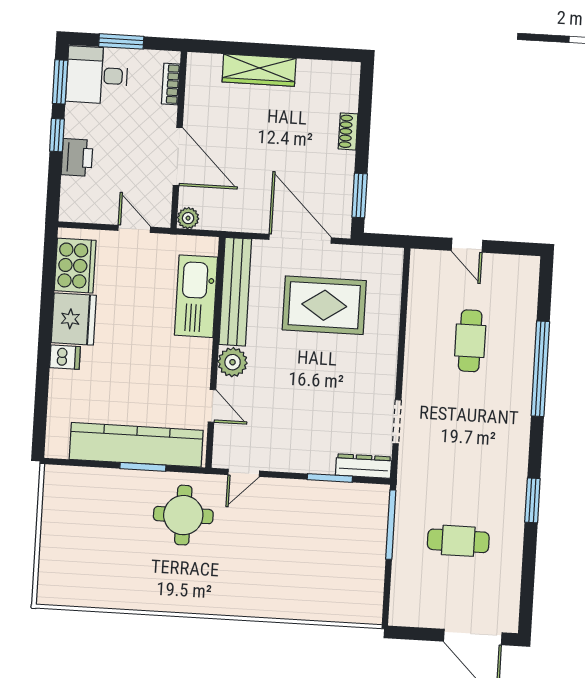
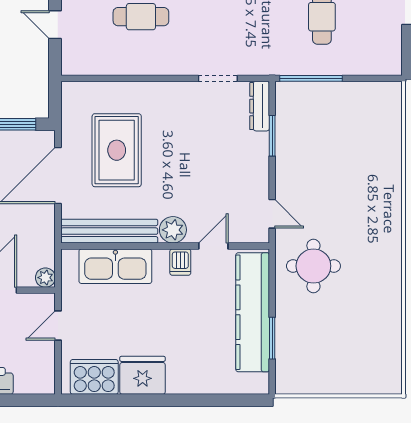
door: (467, 245) -> (55, 25), swing flipped
dishwasher: (65, 357) -> (180, 262), moved, turned 180
window: (143, 467) -> (272, 338), moved

